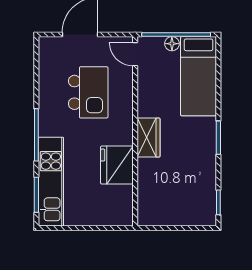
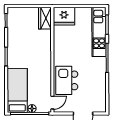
door: (135, 54) -> (52, 103), hinge flipped
kitchen island: (88, 92) -> (67, 80), moved
wardrobe: (148, 138) -> (45, 18), moved
fridge: (117, 165) -> (64, 16), moved, turned 90

